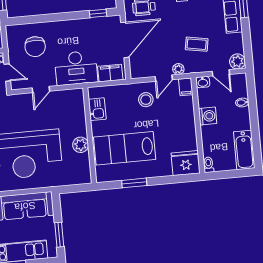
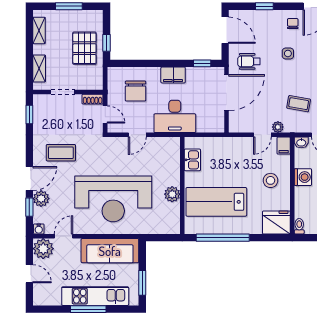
filing cabinet: (110, 73) -> (173, 75), moved, turned 180
stool: (146, 100) -> (270, 180), moved
window: (134, 183) -> (223, 238), width x2.11

